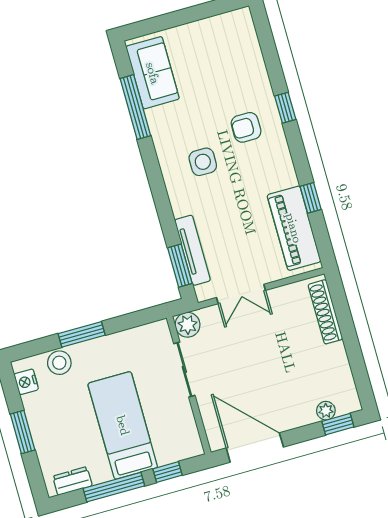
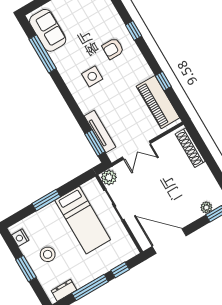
stool: (59, 363) -> (48, 254), moved
bed: (123, 425) -> (83, 220), moved, turned 180

